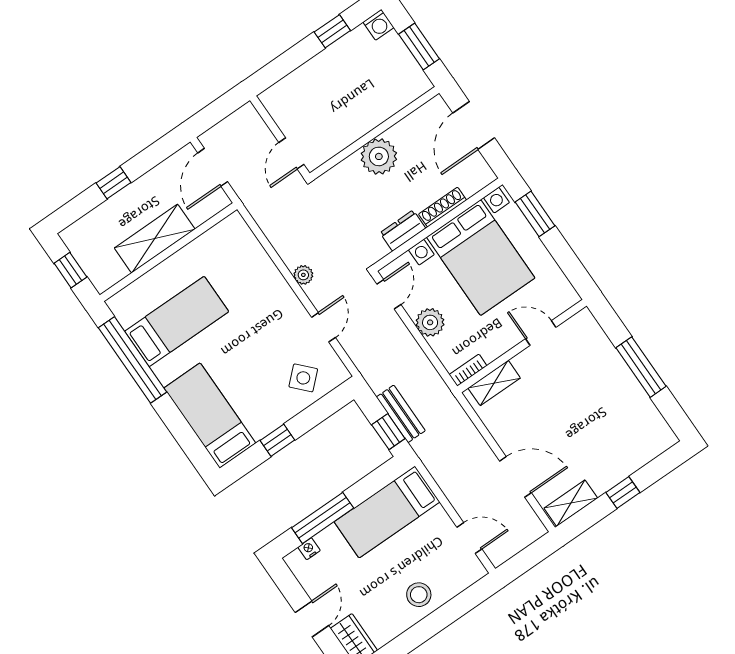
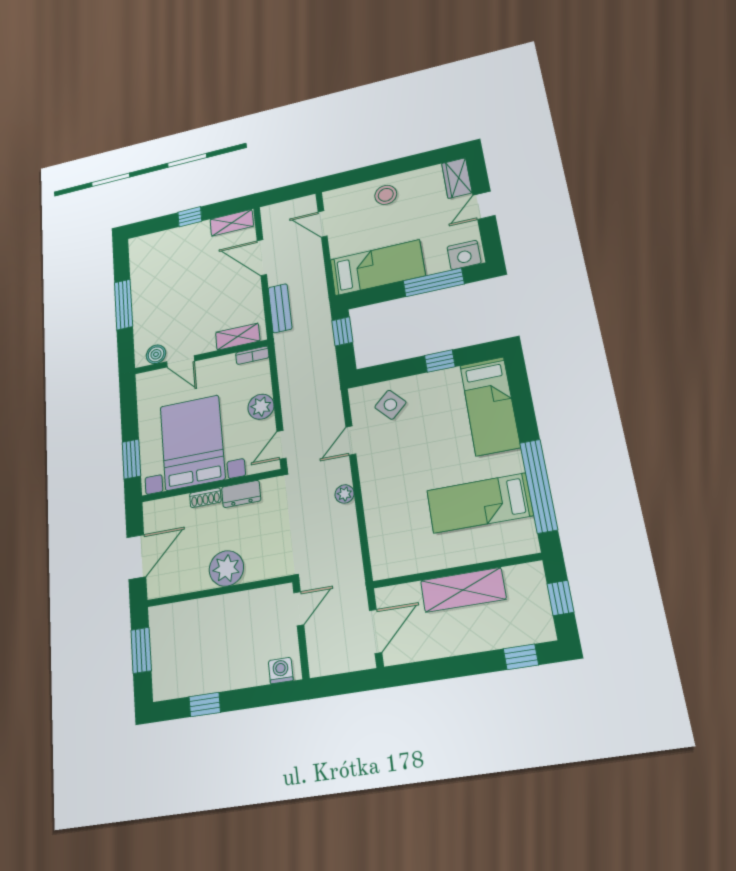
washing machine: (378, 25) -> (281, 671), moved
window: (113, 183) -> (521, 657), moved
shoe rack: (443, 207) -> (205, 498), width x0.70
boiler: (572, 329) -> (156, 354), added
bench: (401, 414) -> (280, 308), moved
nightstand: (309, 549) -> (464, 255), width x1.89, depth x1.79

